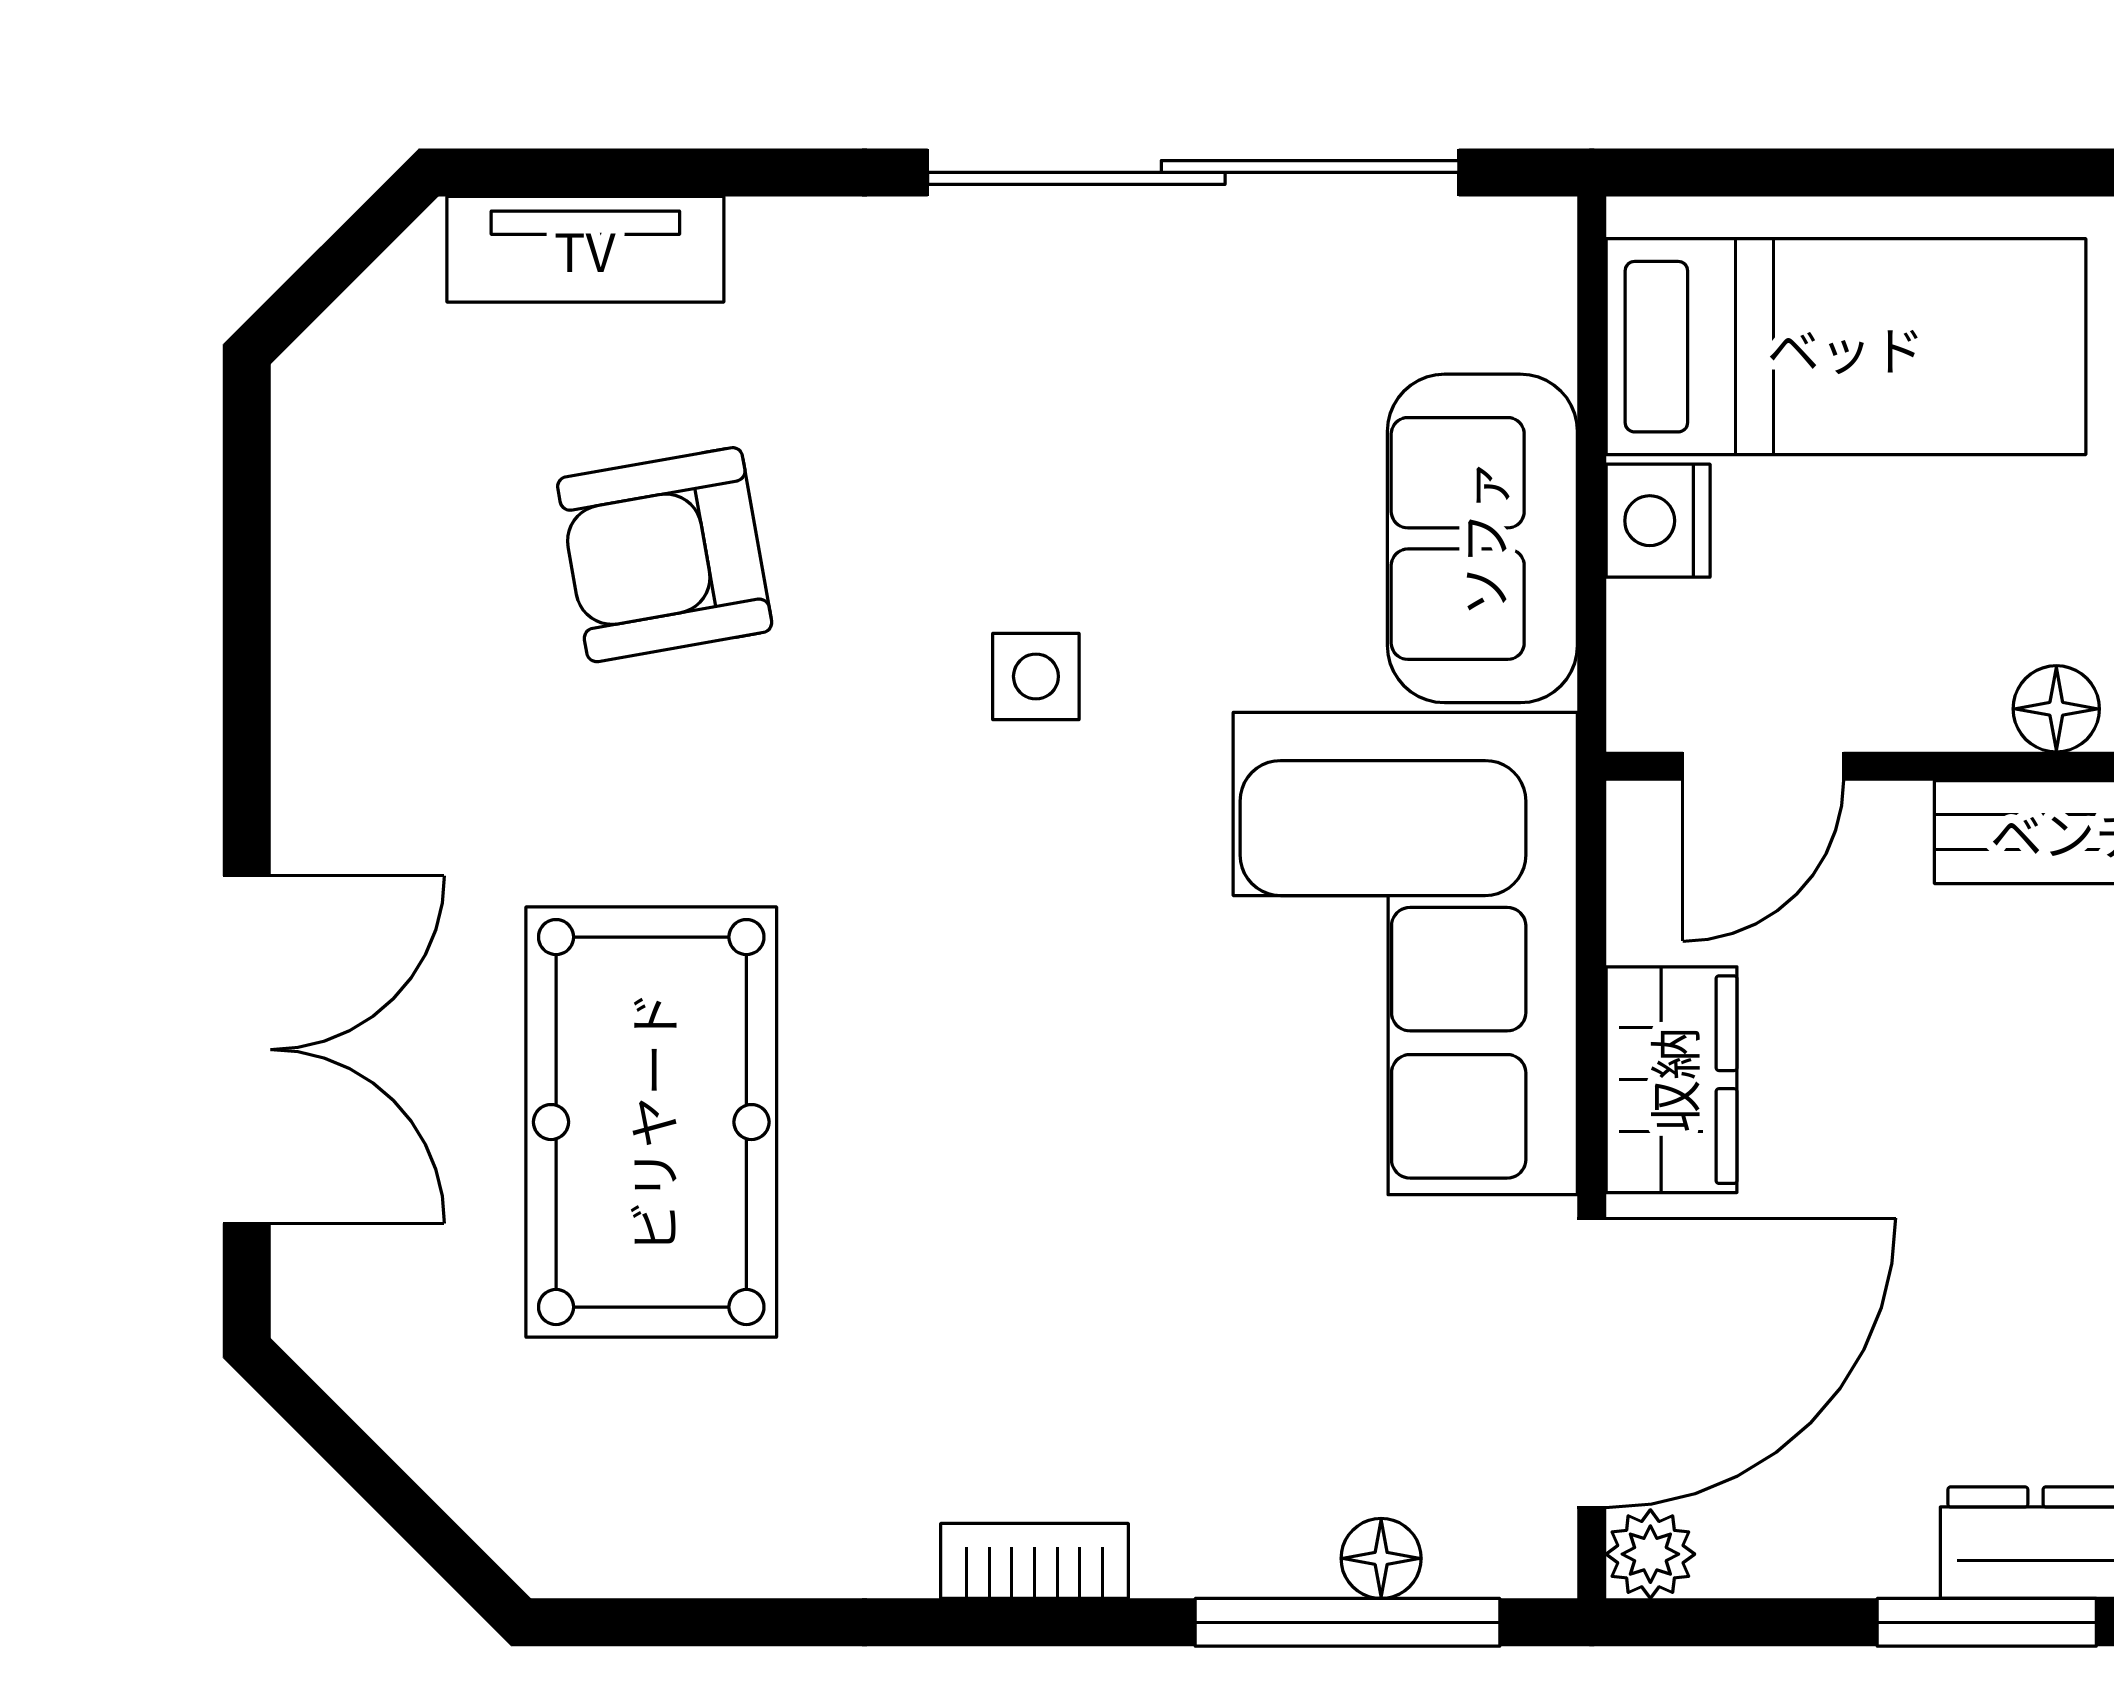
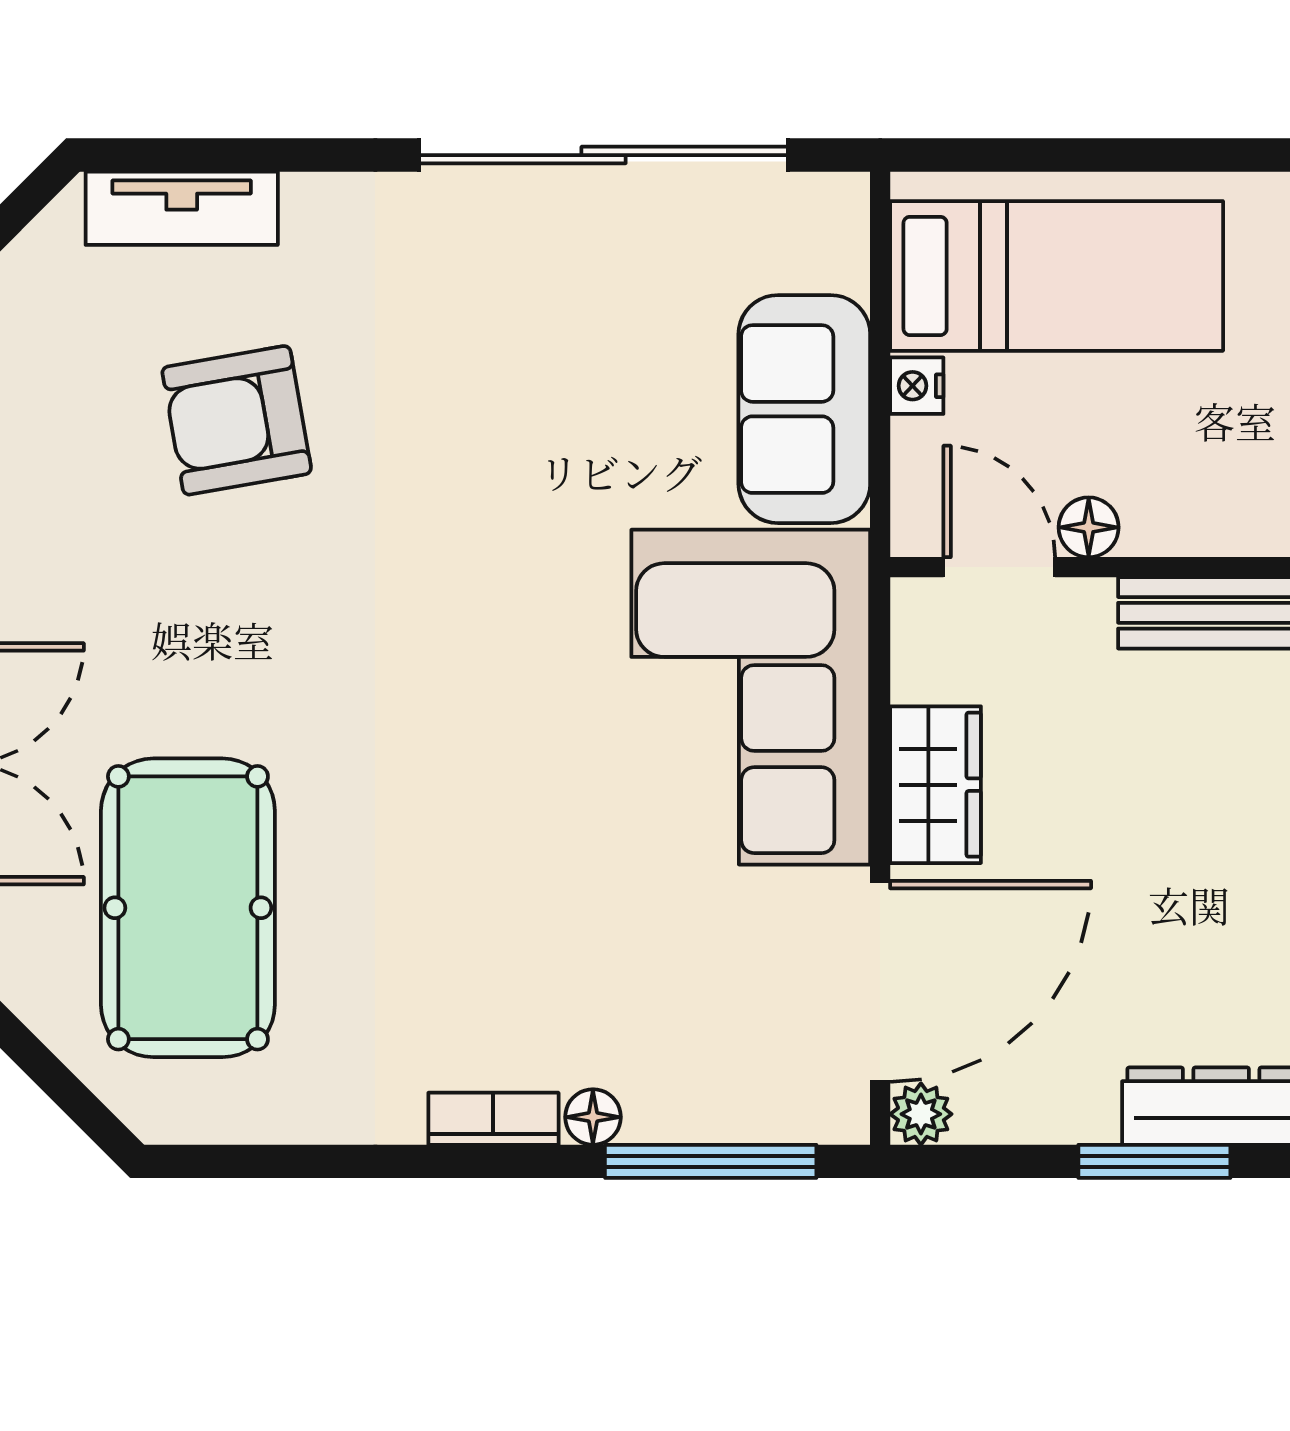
nightstand: (1658, 521) -> (917, 386), width x0.72, depth x0.74
side table: (1036, 676) -> (494, 505), removed
floor lamp: (2056, 709) -> (1089, 527), moved
door: (1763, 766) -> (999, 567), swing flipped
pool table: (651, 1122) -> (188, 908), moved
floor lamp: (1381, 1558) -> (593, 1117), moved

